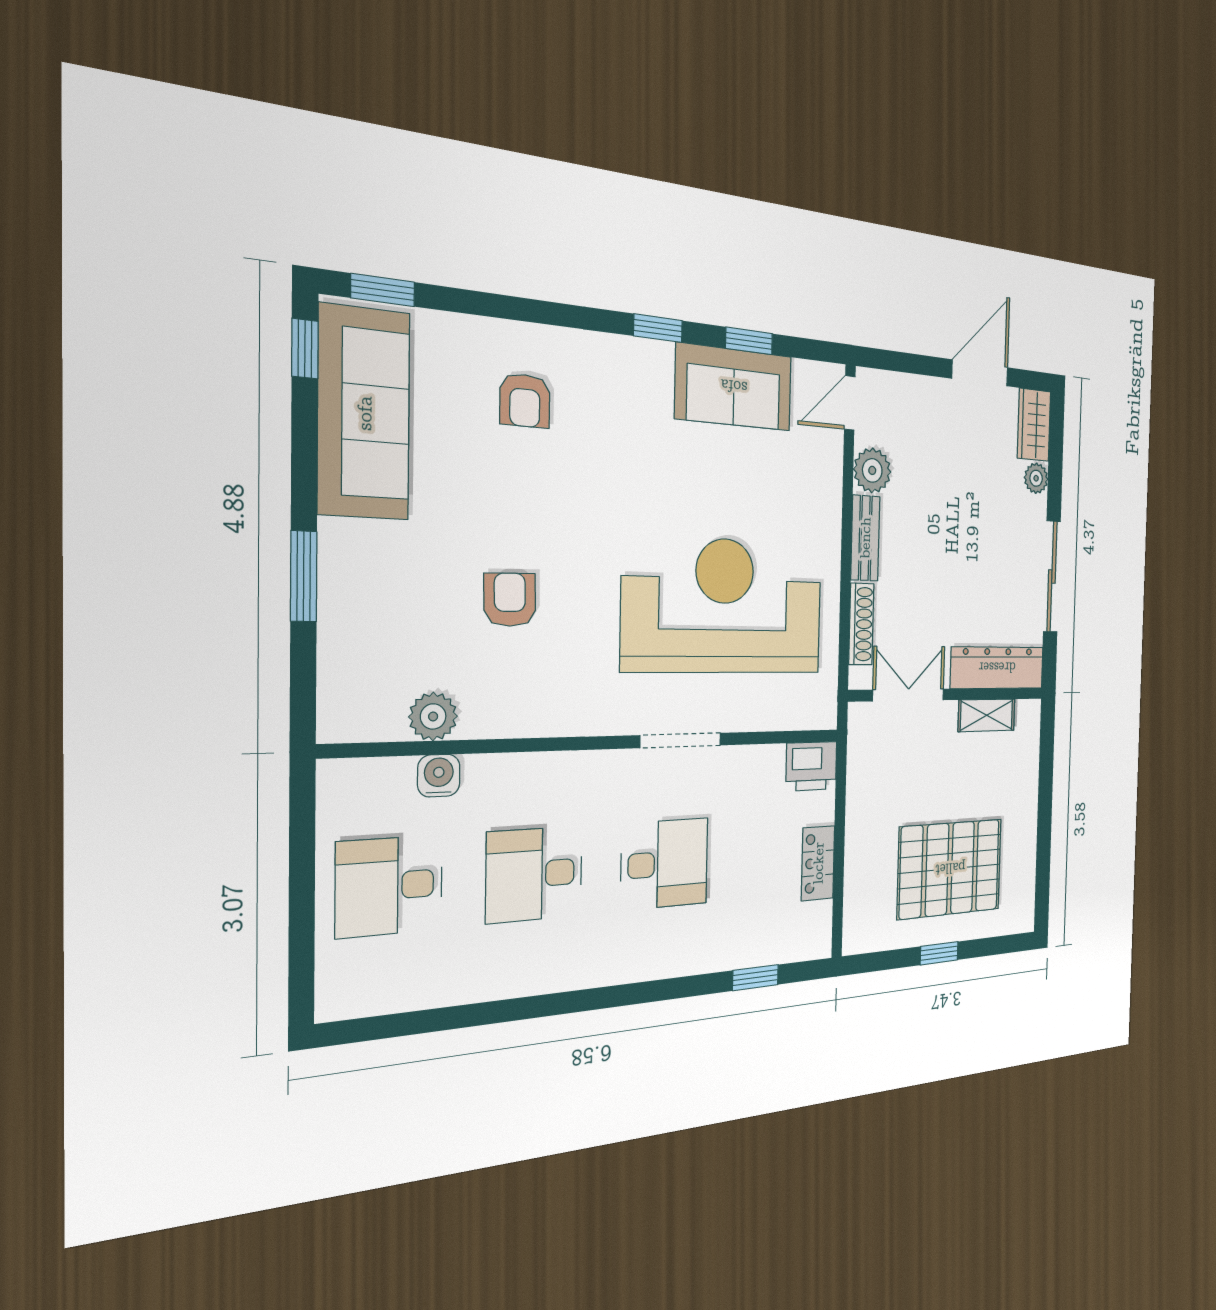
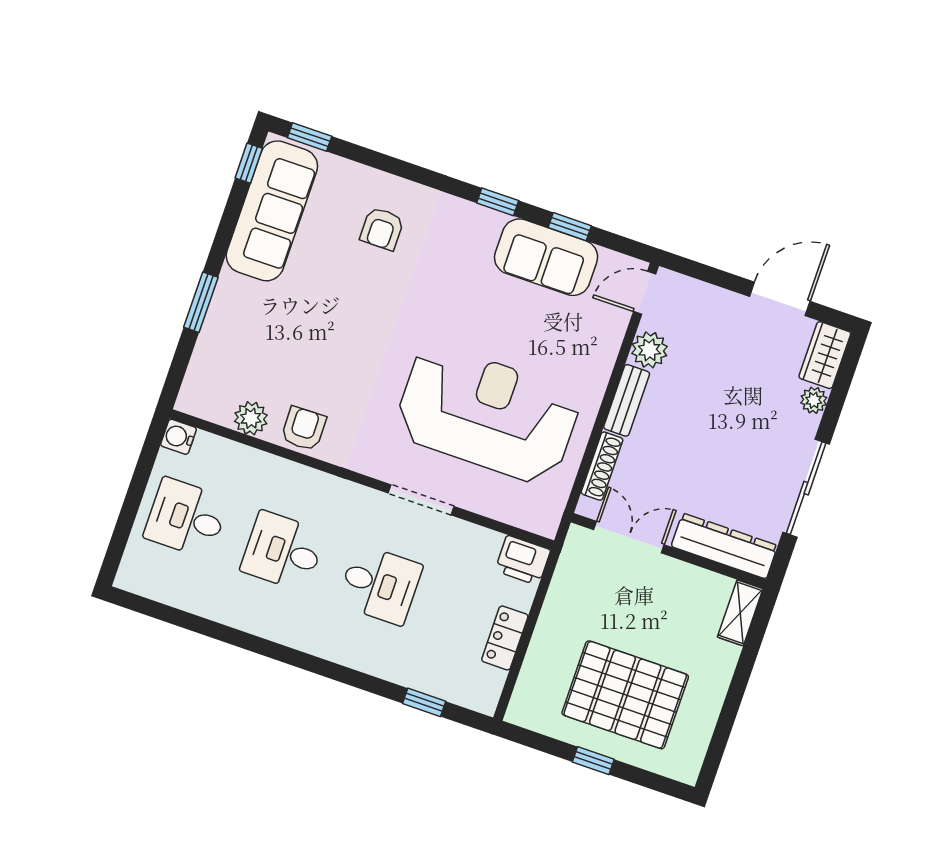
armchair: (510, 600) -> (304, 429), moved
shelving: (987, 715) -> (740, 613), moved, turned 90
water cooler: (439, 776) -> (178, 437), moved, turned -90

